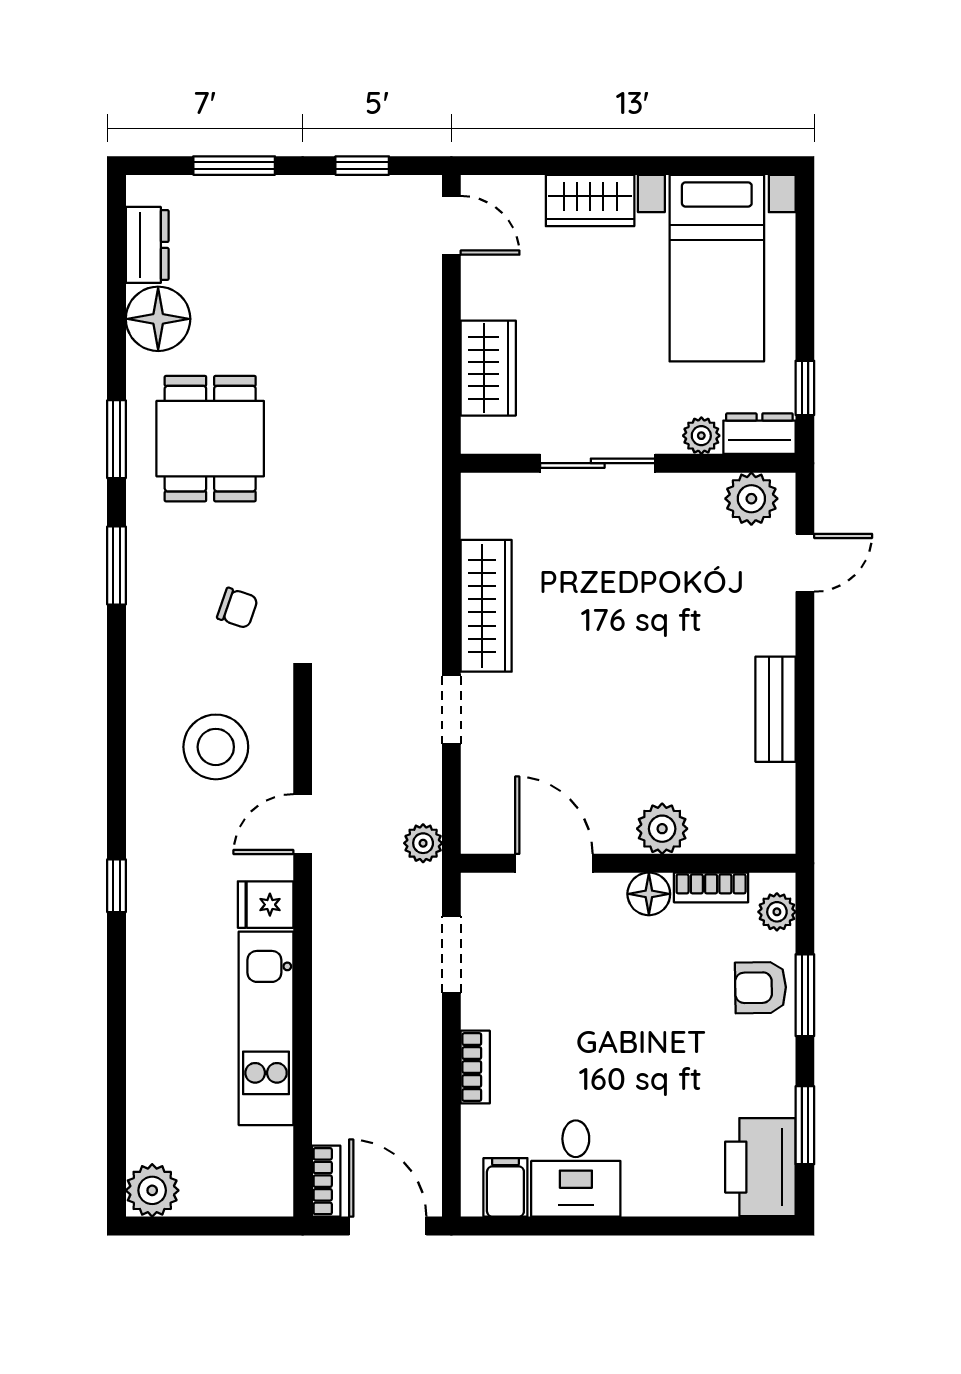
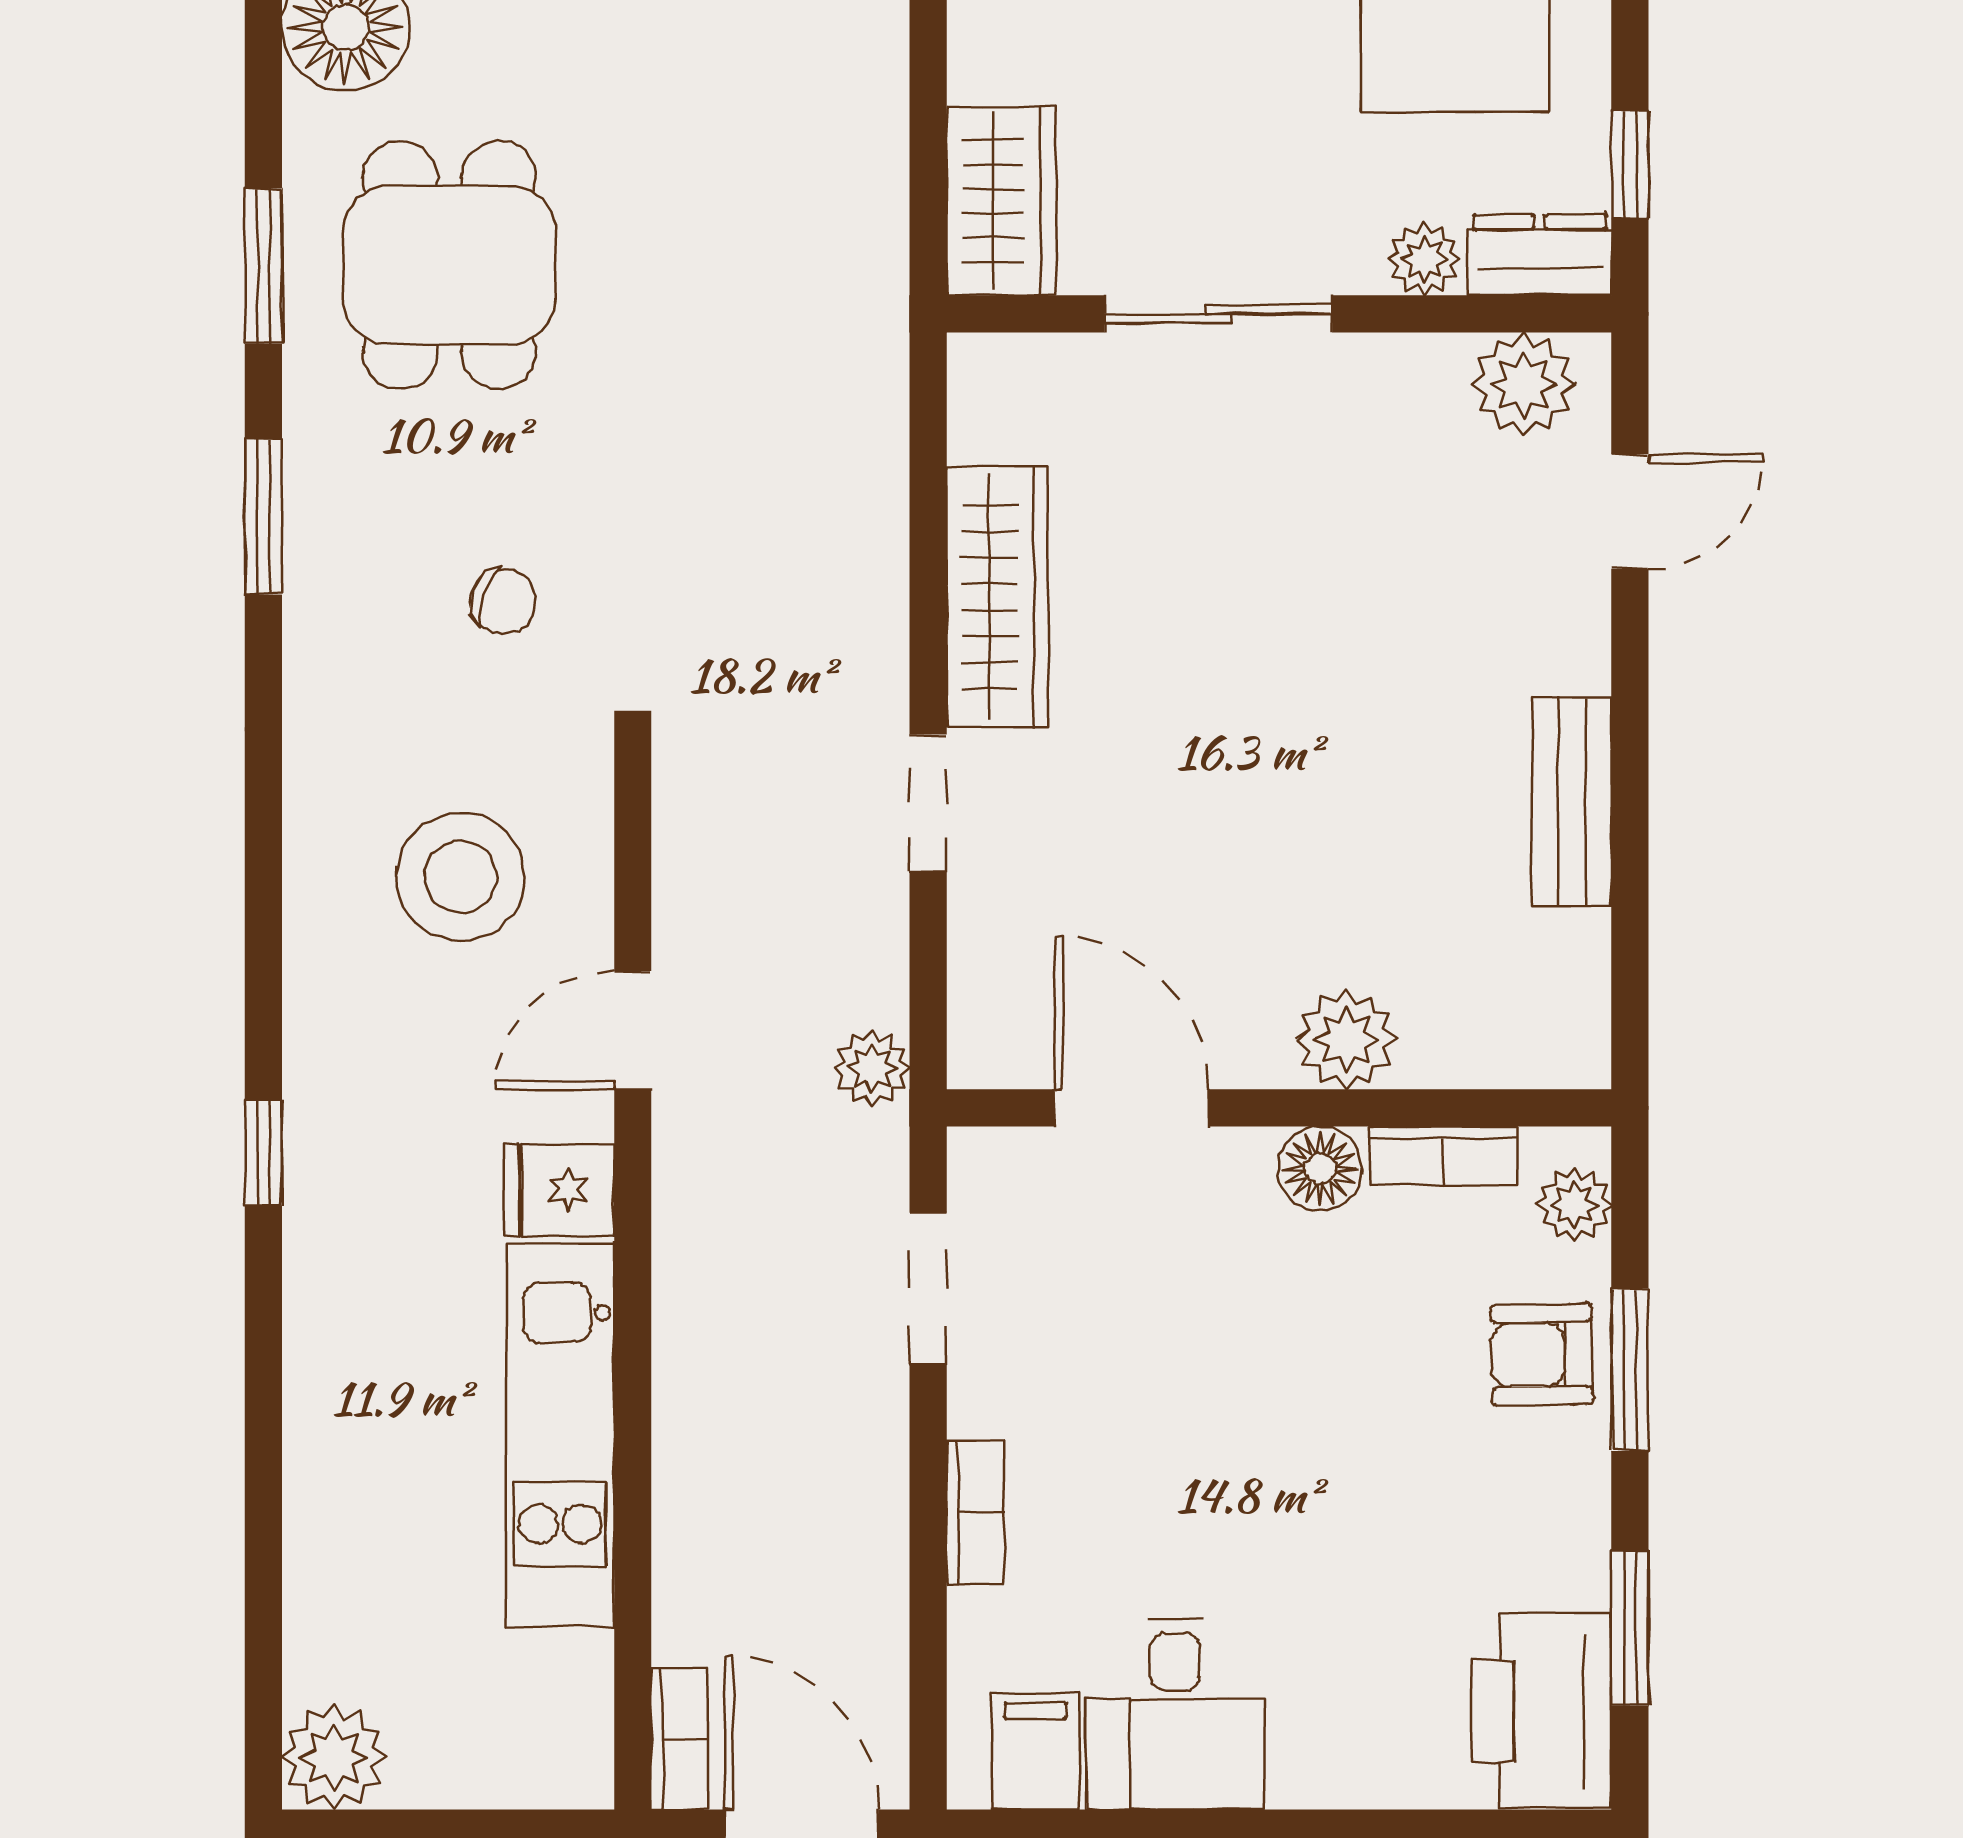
wardrobe: (488, 368) -> (1001, 201), moved

